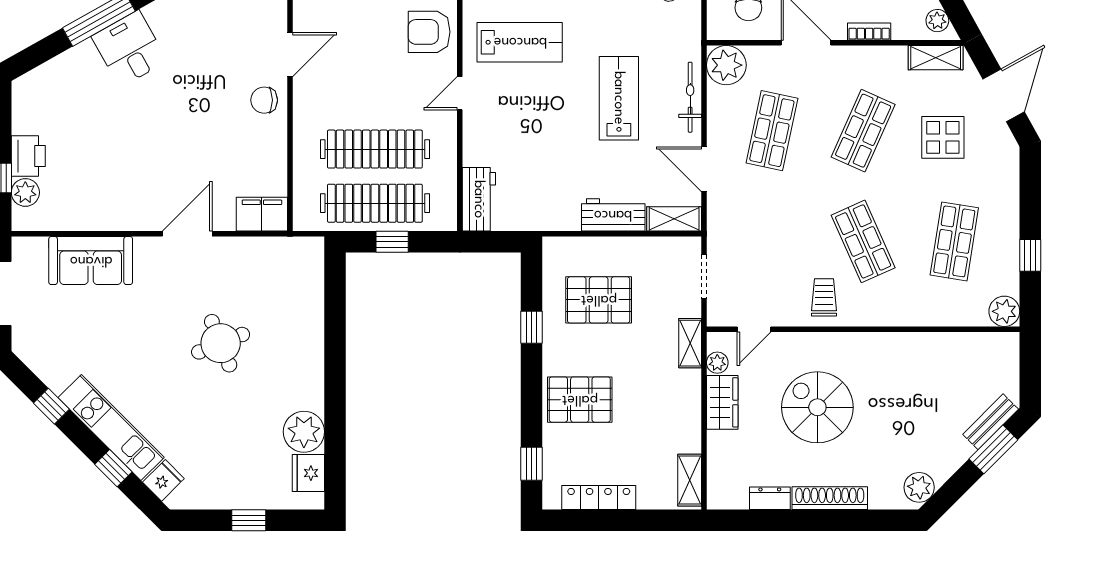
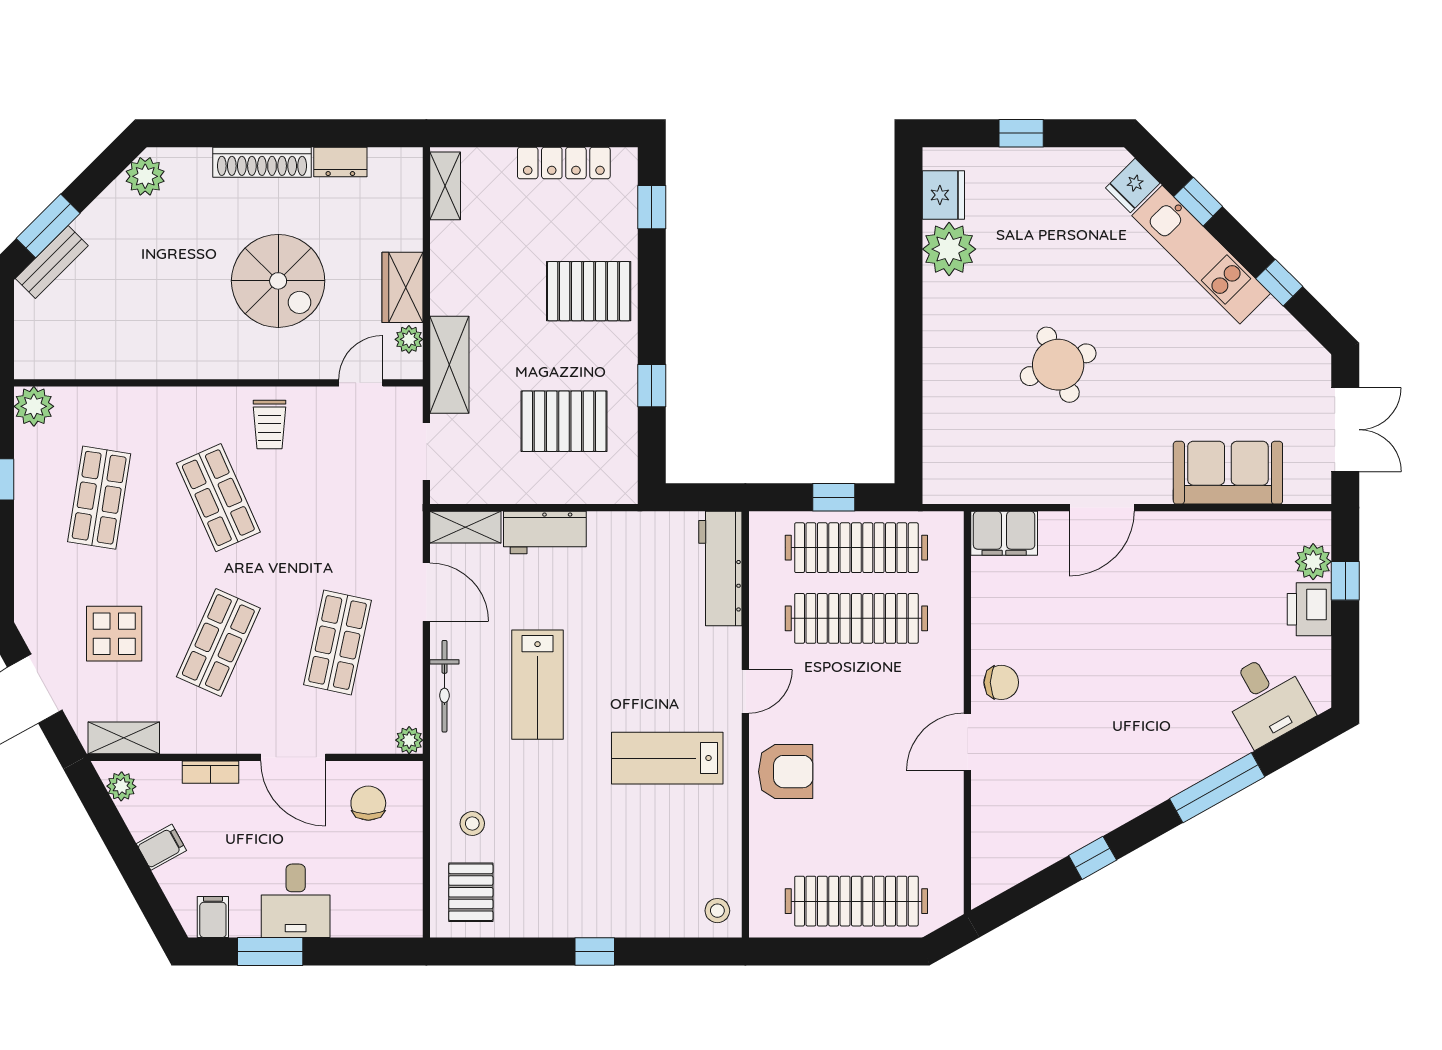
desk: (129, 49) -> (1267, 699), moved
plant: (726, 65) -> (409, 740), width x0.53, depth x0.53
workbench: (479, 199) -> (720, 569), width x1.38
shelving: (690, 343) -> (449, 365), width x1.50, depth x1.33

